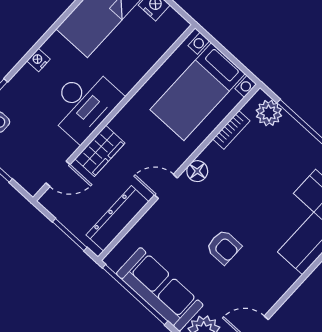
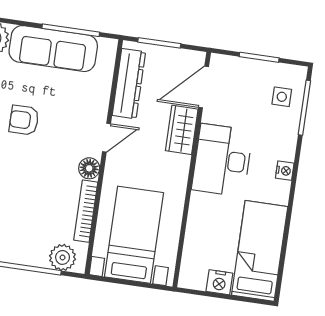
bookcase: (231, 130) -> (86, 211), width x1.56
door: (58, 174) -> (204, 87), width x1.38
window: (135, 295) -> (71, 30), width x0.68

